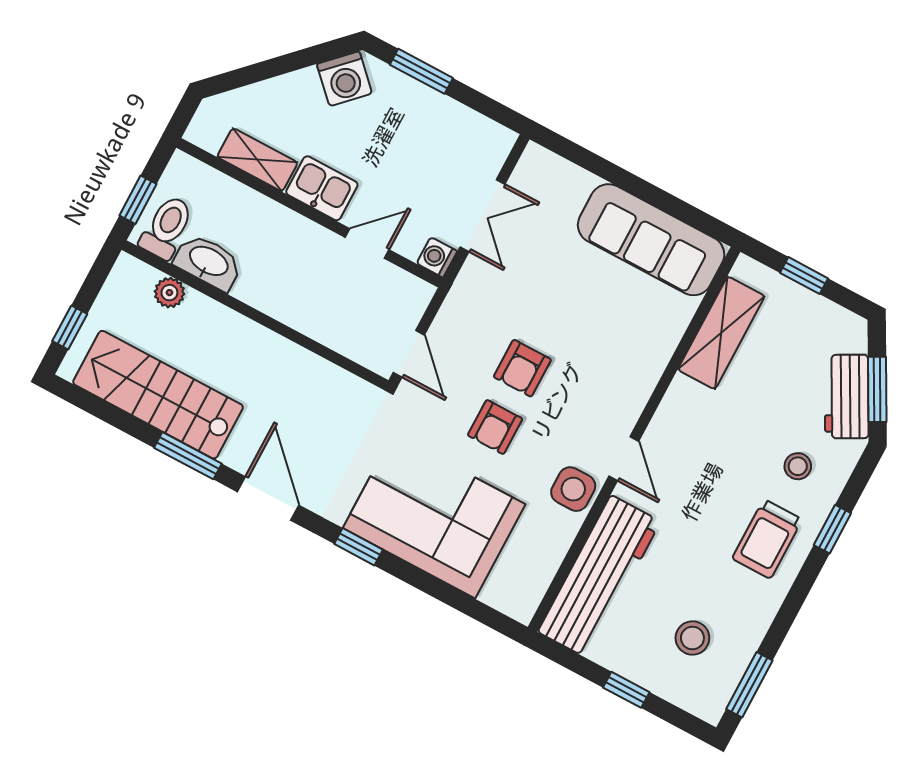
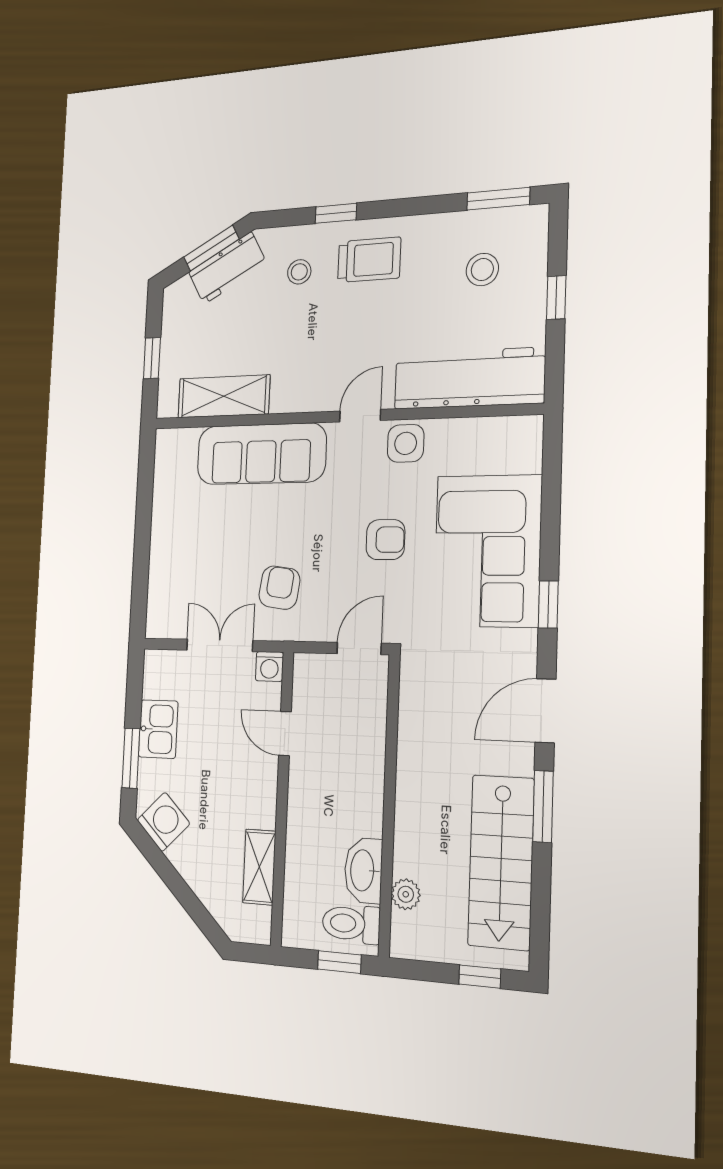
kitchen sink: (322, 188) -> (158, 729), moved, turned 180
sofa: (651, 240) -> (261, 454), moved, turned 90
armchair: (522, 368) -> (279, 588), moved, turned -82

